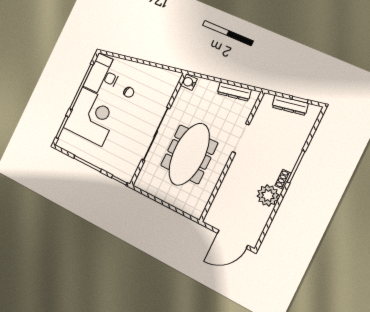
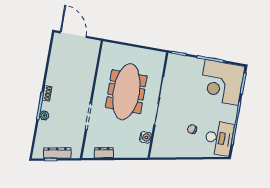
water cooler: (189, 82) -> (145, 137), moved
dresser: (234, 92) -> (104, 153), width x0.70
corner desk: (92, 117) -> (222, 83), moved
plant: (268, 196) -> (44, 115), moved, width x0.53, depth x0.53
door: (233, 239) -> (73, 35), hinge flipped

